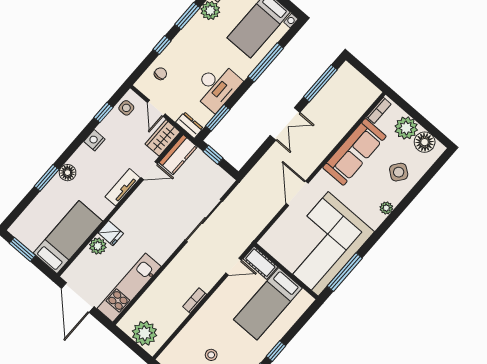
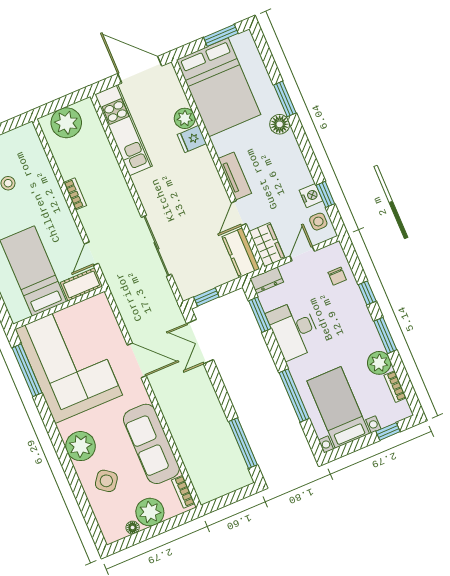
door: (156, 108) -> (302, 254), hinge flipped
double door: (285, 124) -> (200, 342), moved
nightstand: (94, 140) -> (311, 196), moved
floor lamp: (425, 142) -> (133, 528), width x0.53, depth x0.53
window: (213, 155) -> (206, 297), moved
plant: (386, 208) -> (80, 446), width x1.87, depth x1.87
bed: (68, 237) -> (219, 87), width x1.50

